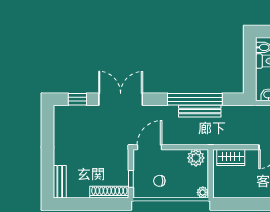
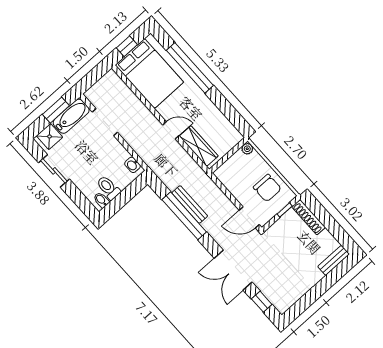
wardrobe: (231, 157) -> (199, 146), width x1.50
plant: (196, 158) -> (227, 176), removed
chair: (159, 181) -> (267, 188), width x1.87, depth x1.87

